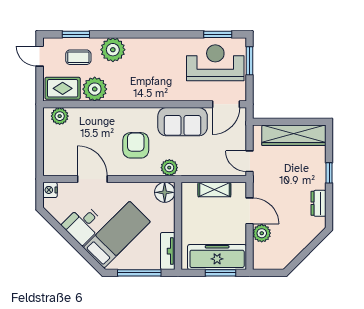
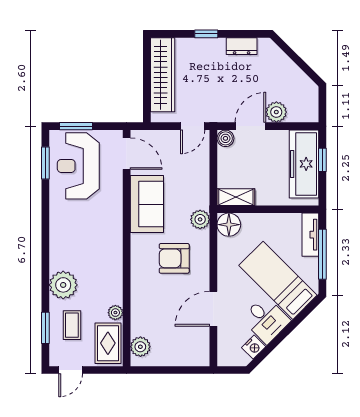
plant: (95, 89) -> (115, 313), width x0.53, depth x0.53
boiler: (239, 189) -> (225, 138), added
nightstand: (50, 190) -> (254, 347), moved, turned -45
shelving: (214, 190) -> (236, 197), moved, turned 90
tv unit: (168, 251) -> (310, 235), moved, turned 90
window: (221, 273) -> (322, 160), width x0.67

